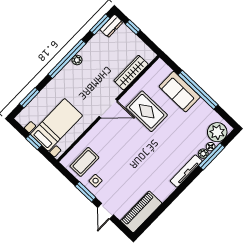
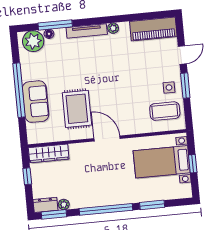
window: (133, 27) -> (27, 176), moved
plant: (77, 60) -> (64, 204), moved
wardrobe: (131, 73) -> (49, 153), moved
window: (29, 98) -> (152, 205), moved
plant: (203, 154) -> (113, 28), moved

